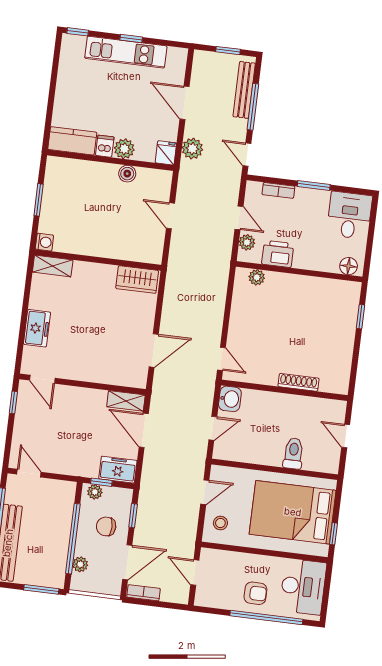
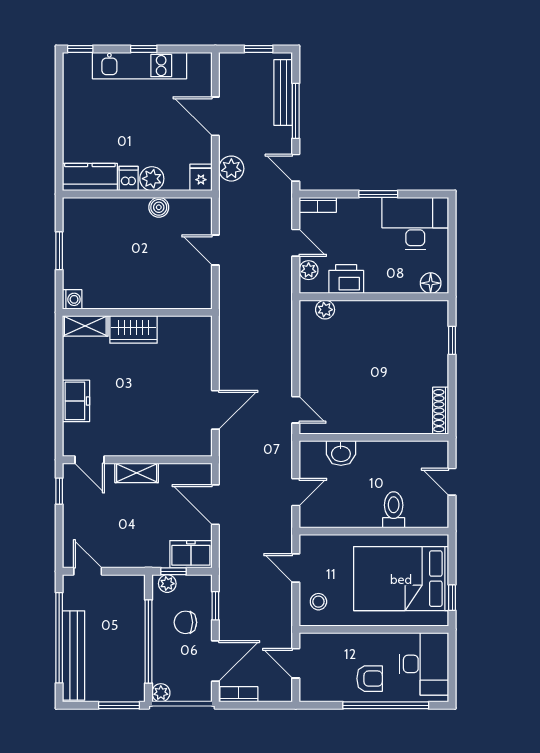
bookcase: (278, 190) -> (318, 205), moved
desk: (349, 215) -> (415, 224), width x1.37
wardrobe: (137, 280) -> (133, 329), moved
shoe rack: (298, 382) -> (441, 411), moved, turned -90
washbasin: (230, 399) -> (341, 453), moved, turned 90
shelving: (126, 401) -> (137, 473), moved
door: (205, 492) -> (296, 568), swing flipped
plant: (80, 564) -> (161, 693), moved

